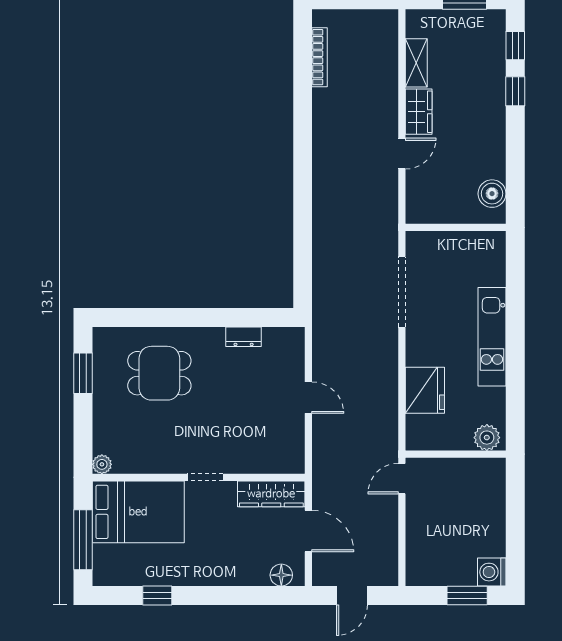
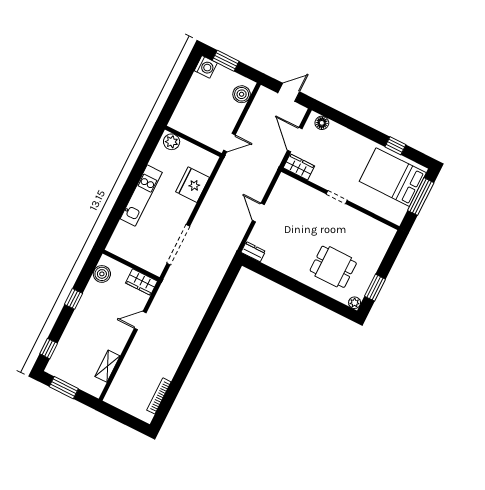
window: (515, 91) -> (73, 299), moved
wardrobe: (419, 112) -> (142, 282), moved, turned -90
dresser: (244, 337) -> (253, 252), moved
plant: (102, 464) -> (355, 303), moved
wardrobe: (271, 494) -> (299, 167), width x0.67
bed: (138, 512) -> (393, 177), moved
boiler: (419, 558) -> (242, 94), added

